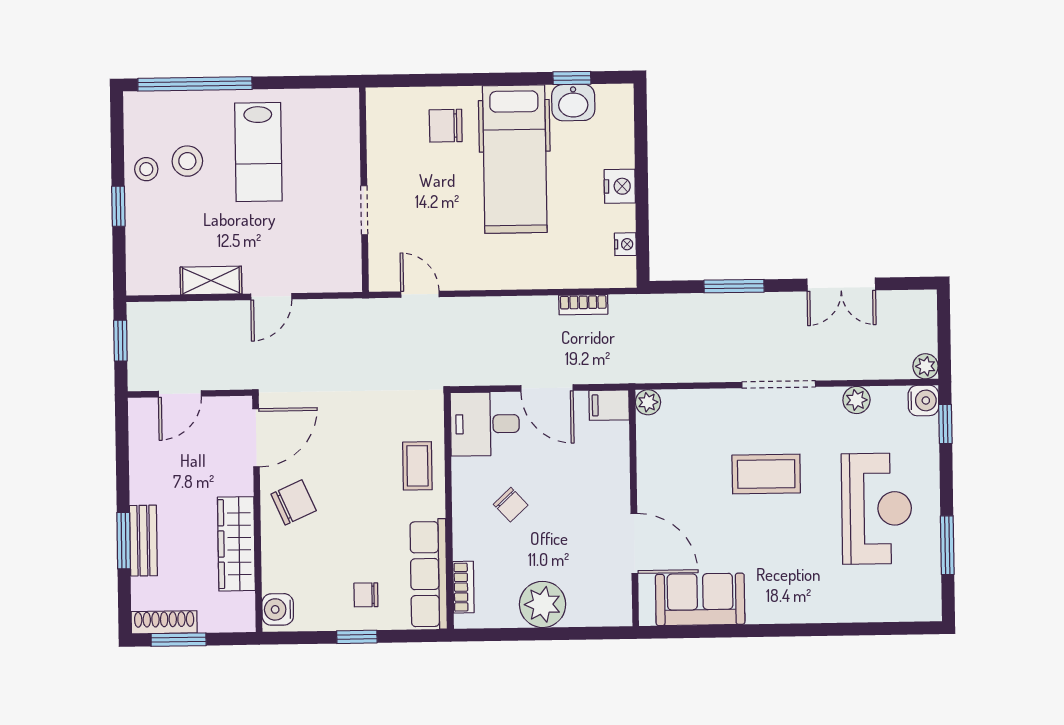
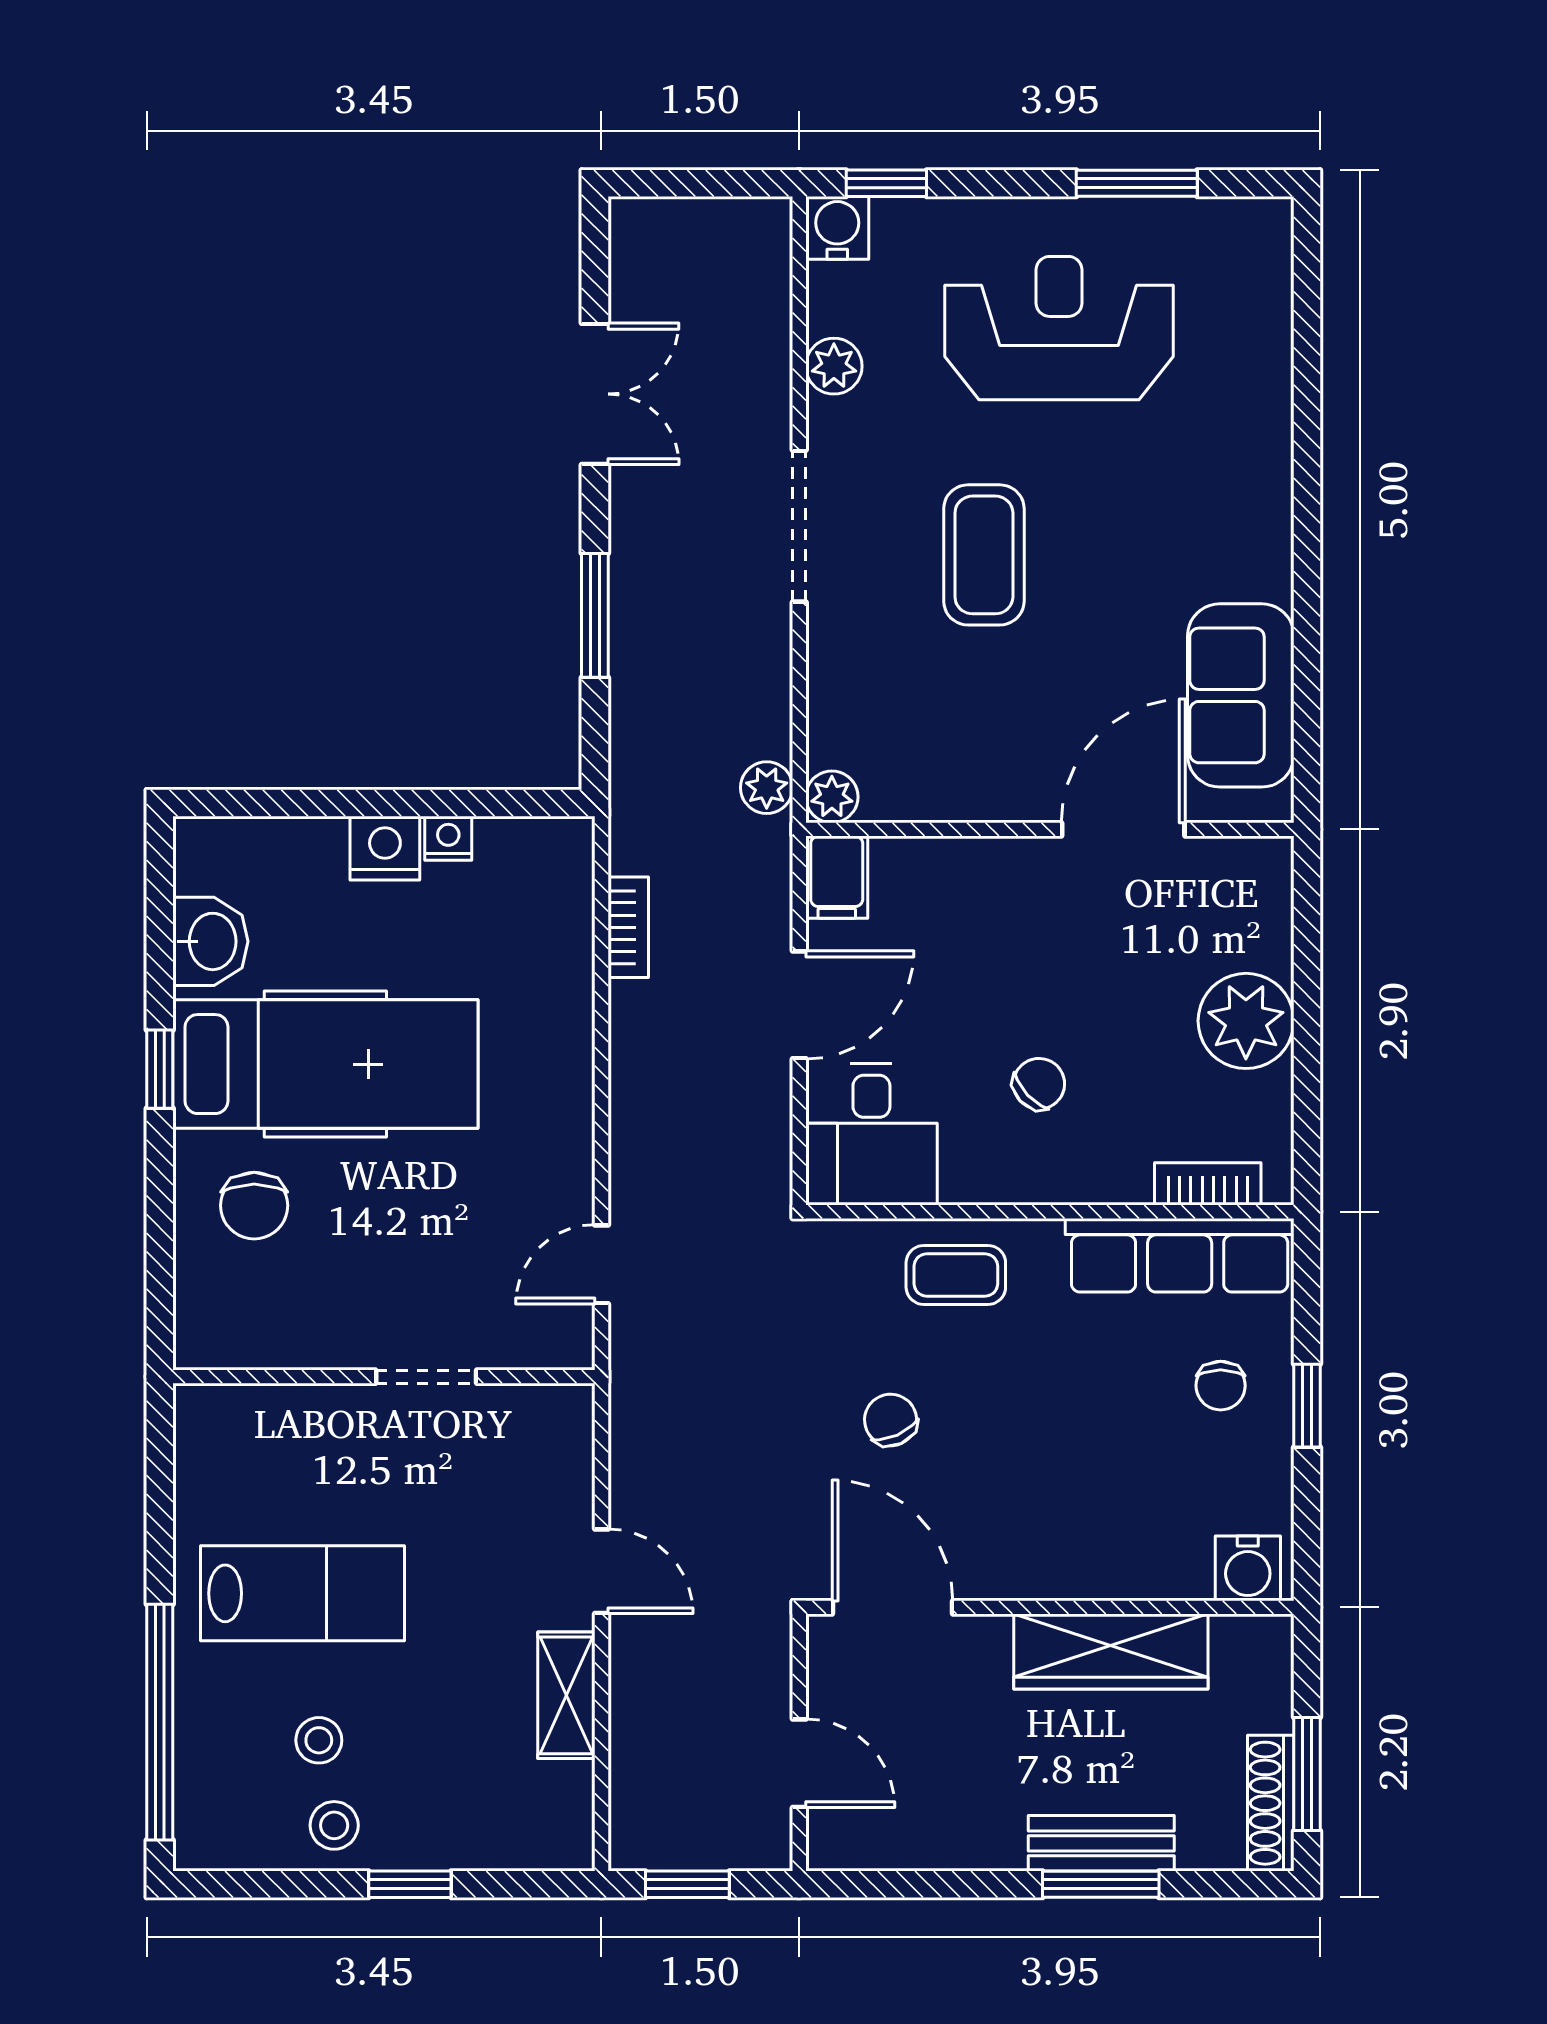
window: (572, 78) -> (160, 1069), moved
stool: (187, 161) -> (319, 1740), width x0.73, depth x0.73
nightstand: (625, 244) -> (448, 838), moved
plant: (925, 366) -> (767, 788), moved
chair: (294, 502) -> (891, 1420), moved, width x0.73, depth x0.73

